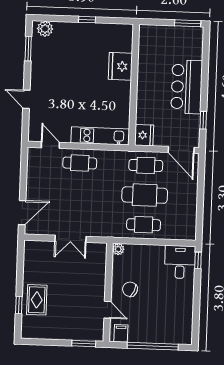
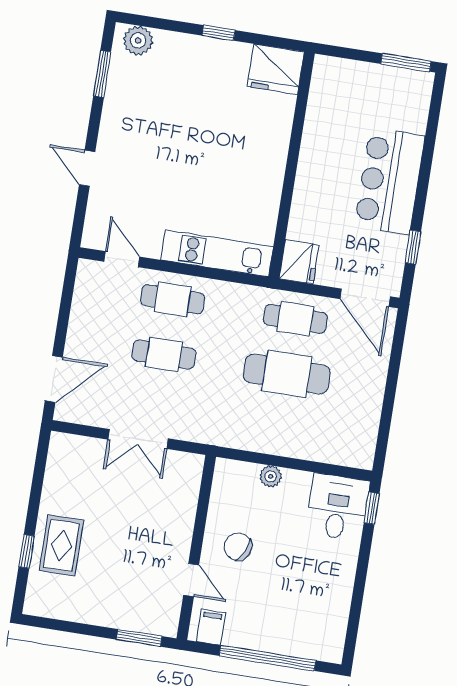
fridge: (120, 66) -> (276, 69), moved, turned -90
cafe table: (144, 225) -> (164, 354), moved
plant: (118, 249) -> (271, 476), moved

